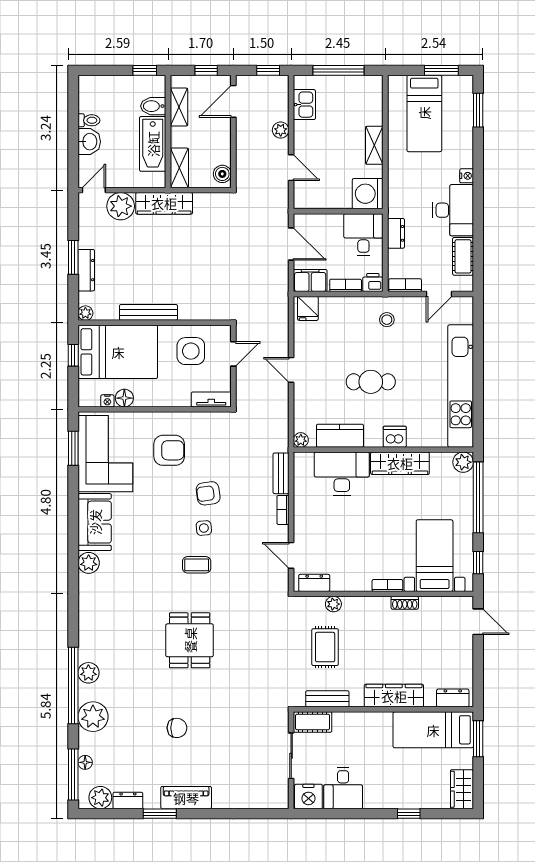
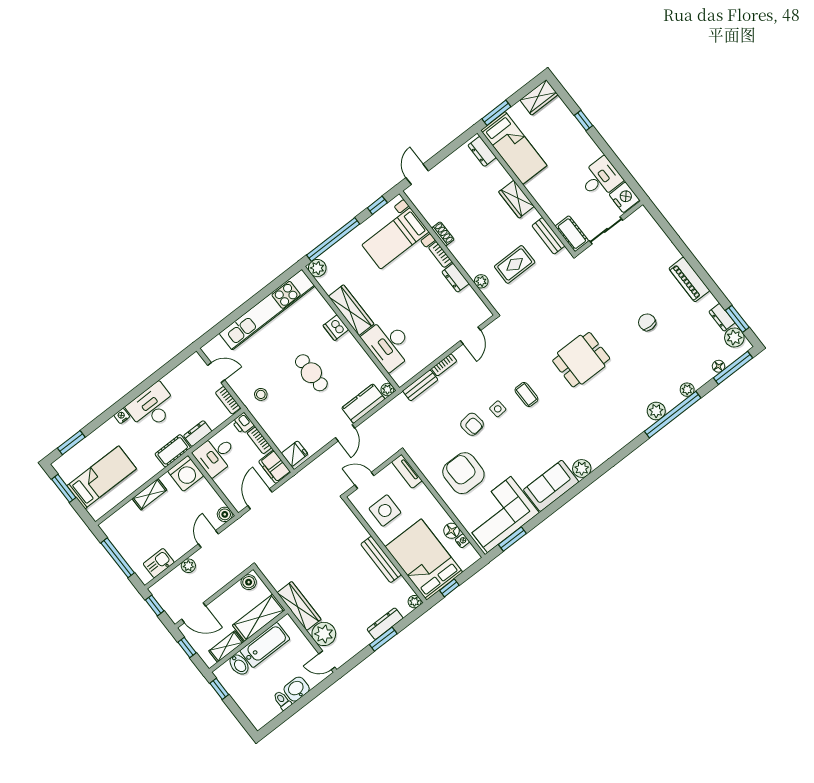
shelving: (179, 168) -> (259, 618), width x1.50, depth x1.33
boiler: (302, 200) -> (225, 514), added
cot: (463, 256) -> (173, 451), moved
kitchen counter: (340, 436) -> (363, 404), moved, turned 90
armchair: (169, 450) -> (463, 473), width x1.36, depth x1.36
dresser: (314, 583) -> (455, 278), moved
wardrobe: (394, 696) -> (516, 199), width x0.67
plant: (93, 717) -> (687, 390), width x0.53, depth x0.53
window: (160, 814) -> (737, 319), moved

